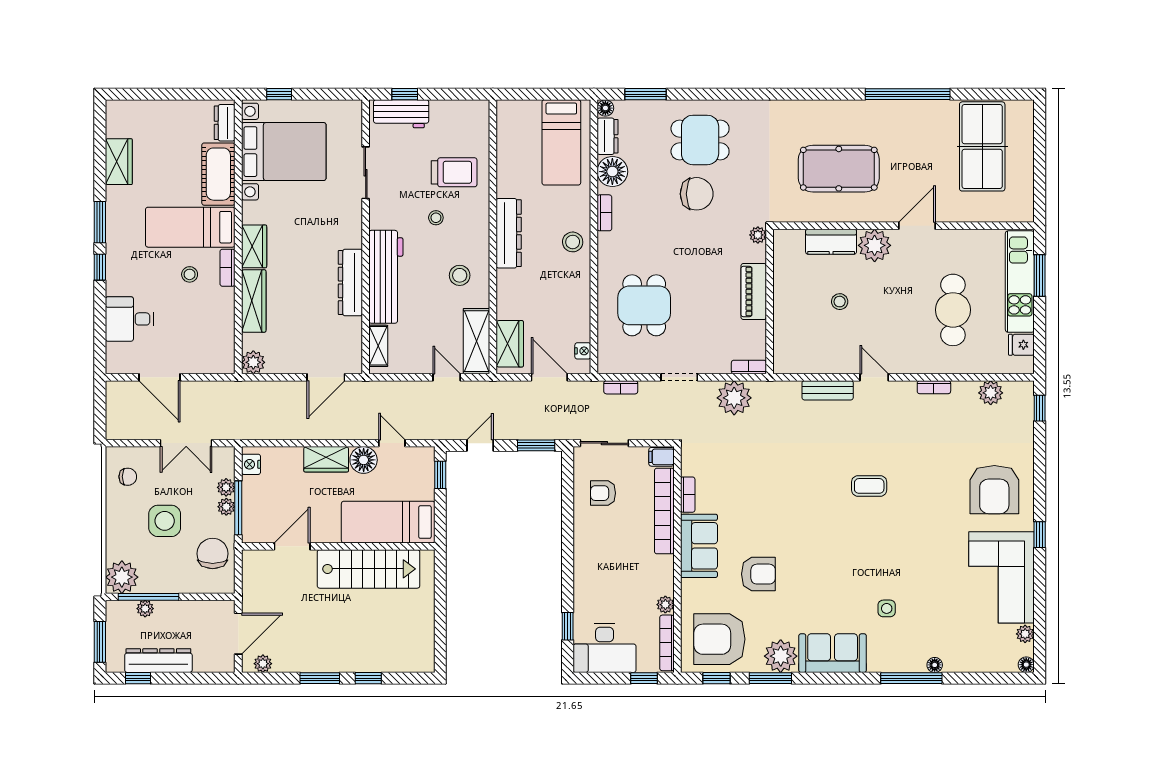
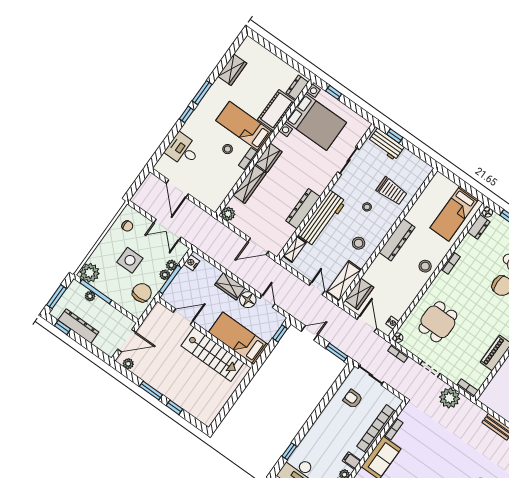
floor lamp: (612, 172) -> (398, 338), moved, width x0.53, depth x0.53
filing cabinet: (661, 457) -> (352, 461), moved

